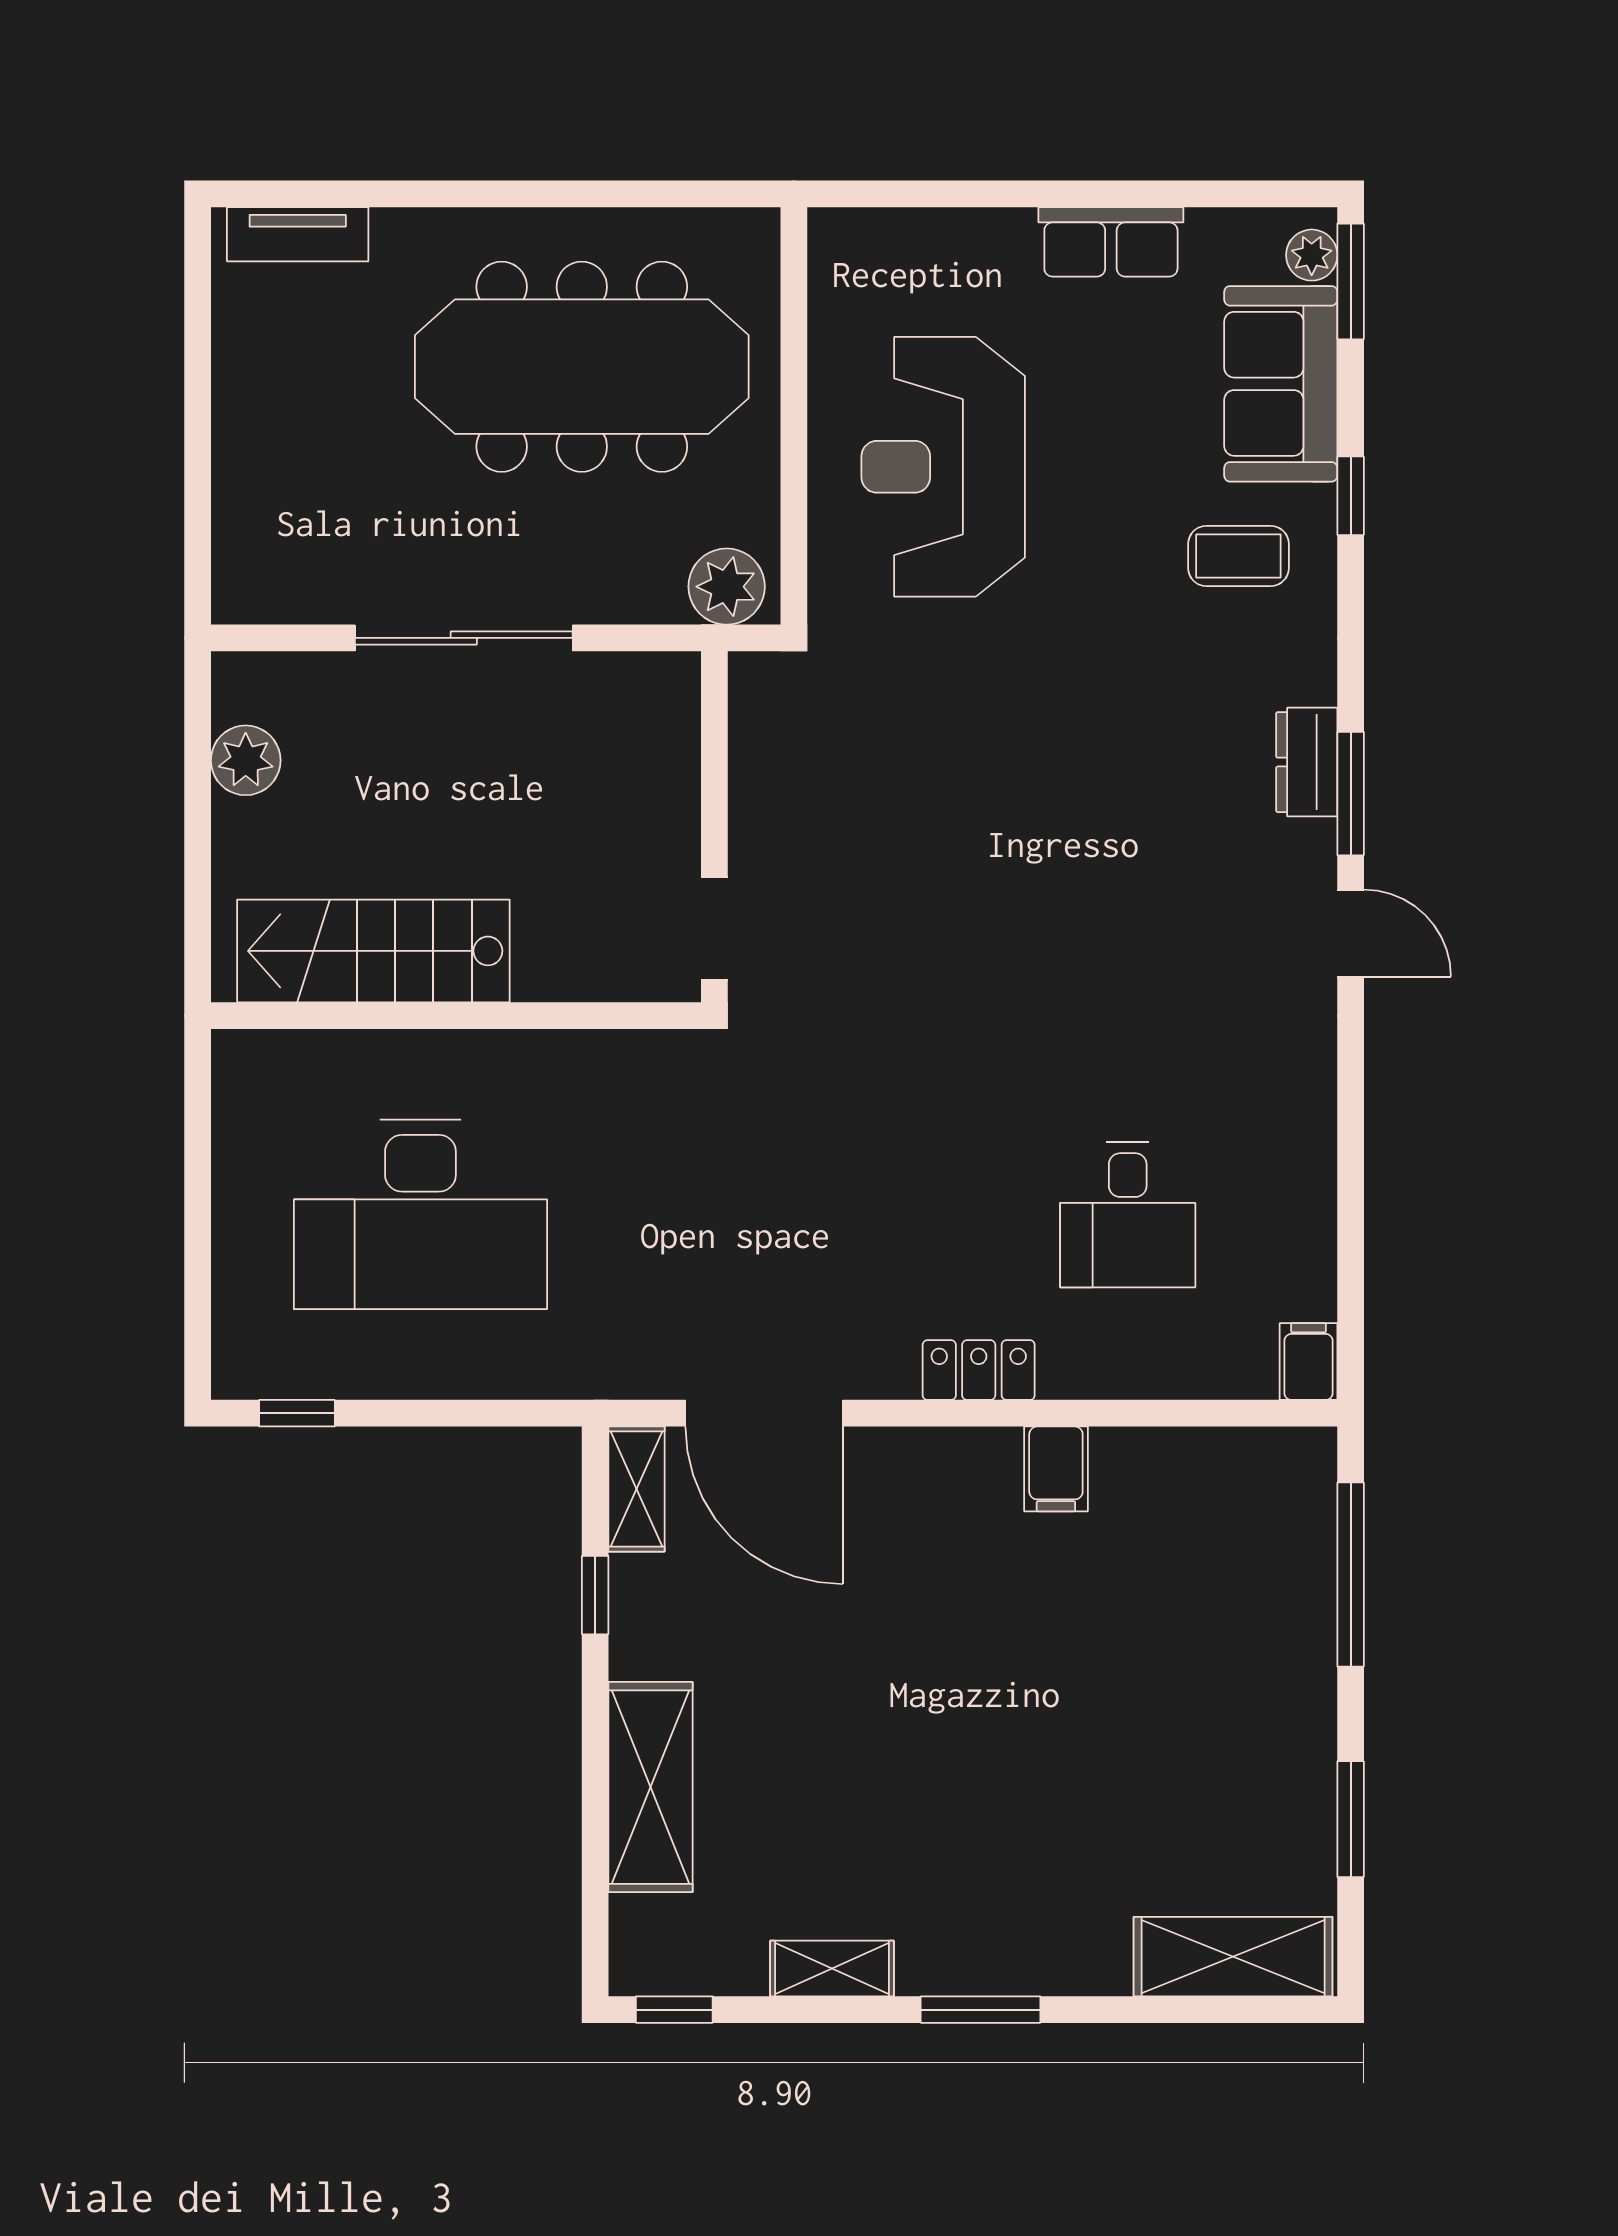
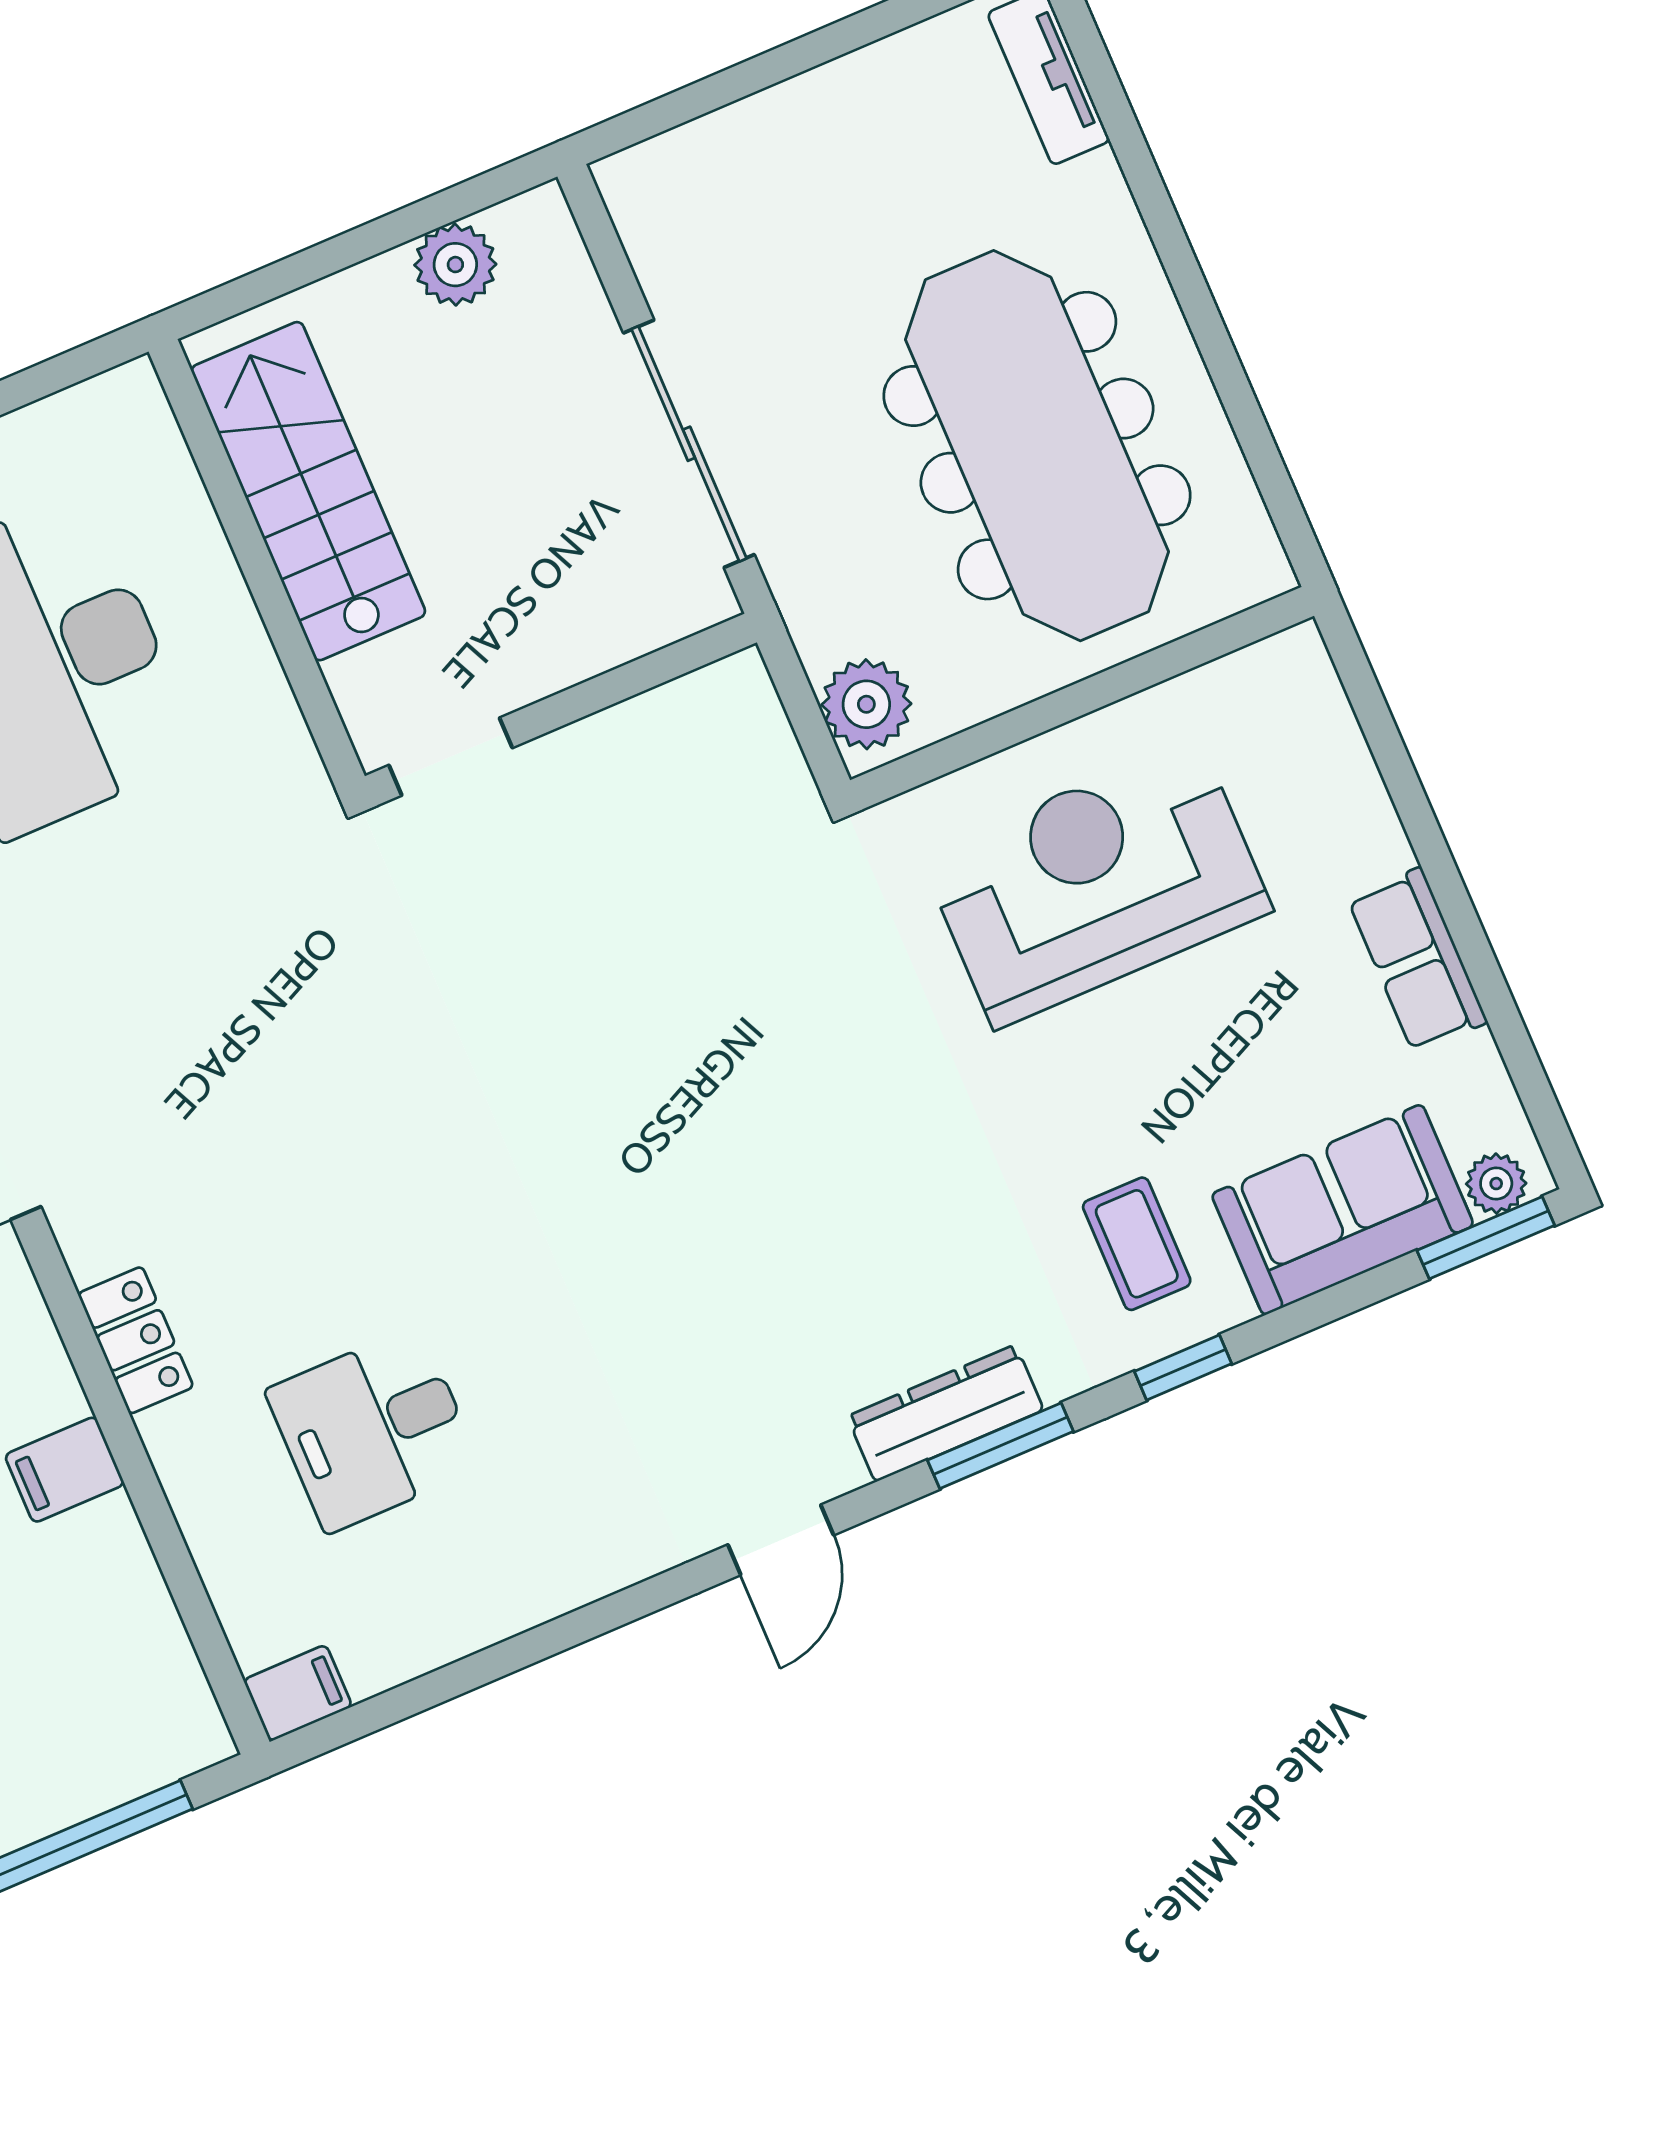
window: (1351, 496) -> (1183, 1368), moved
dresser: (1307, 762) -> (945, 1413), width x1.44
window: (1351, 794) -> (1000, 1446), moved
wall: (714, 827) -> (561, 709), moved
doorway: (714, 929) -> (451, 757), moved

